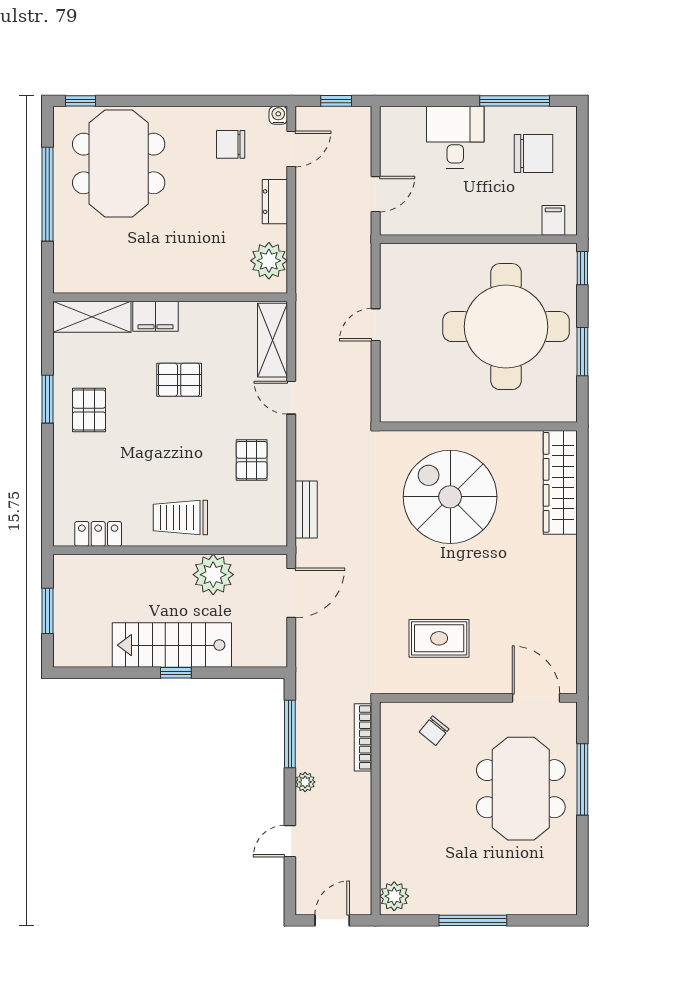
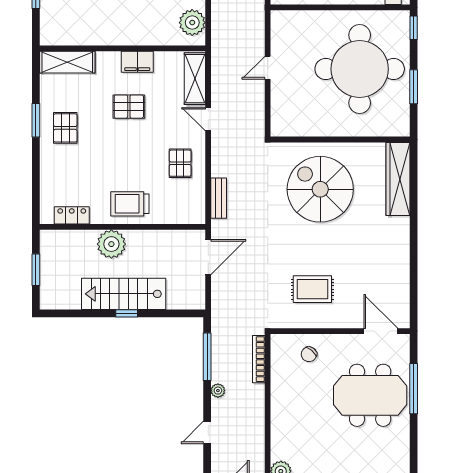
filing cabinet: (155, 316) -> (137, 62), moved
plant: (213, 575) -> (111, 244), moved
meeting table: (521, 789) -> (370, 395), turned 90

